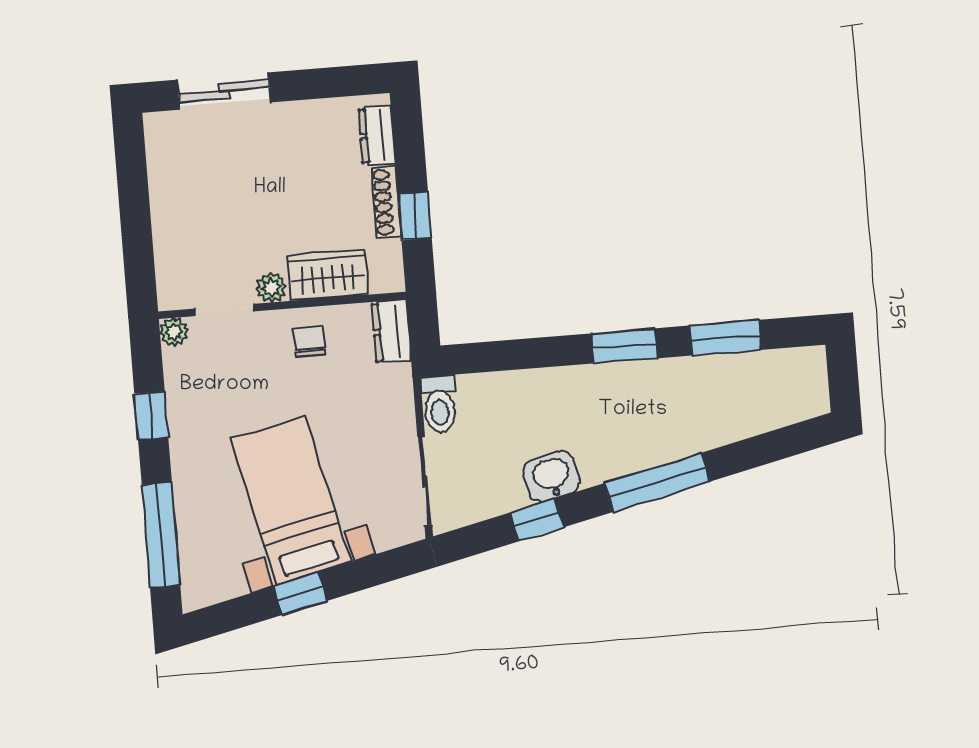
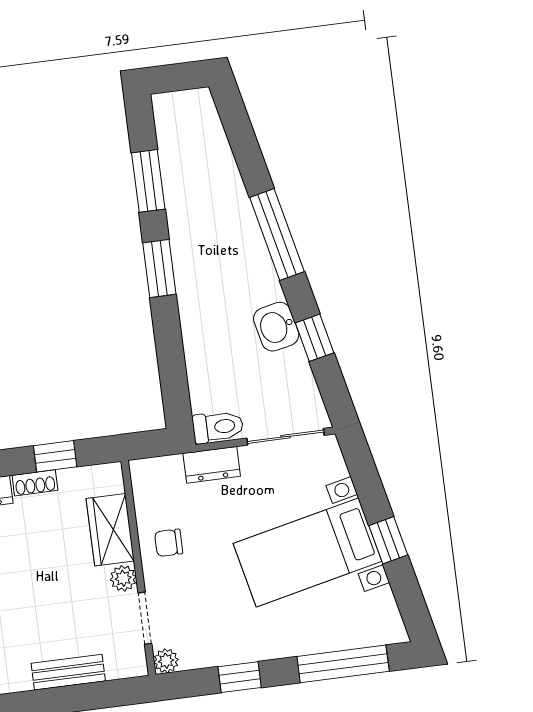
shoe rack: (386, 202) -> (35, 483), width x0.70
bench: (166, 219) -> (68, 672), added
dresser: (391, 332) -> (212, 465), moved

